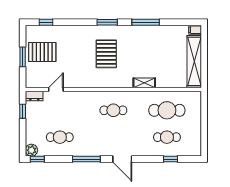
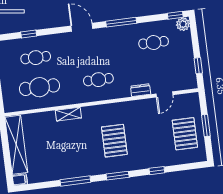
window: (46, 22) -> (157, 171), moved
pallet: (42, 52) -> (185, 134), turned 90
dresser: (34, 96) -> (141, 90), moved

